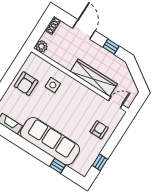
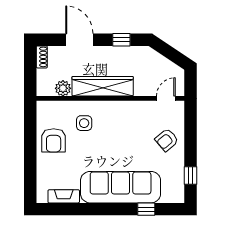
plant: (41, 46) -> (63, 88), moved
wardrobe: (94, 78) -> (103, 86), moved
armchair: (99, 130) -> (167, 140), turned -130

